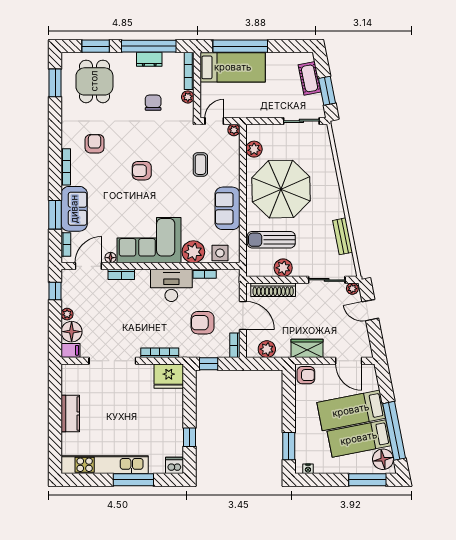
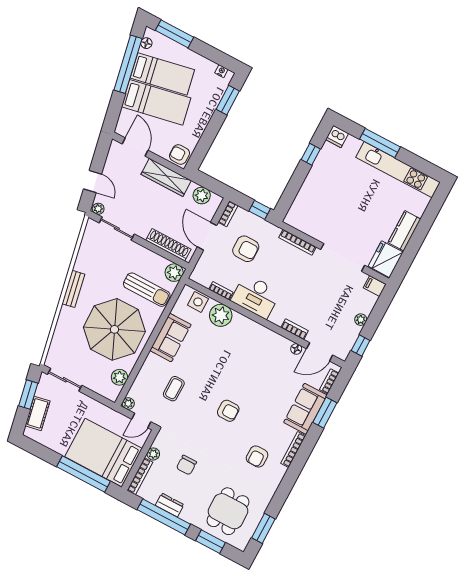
bed: (233, 67) -> (104, 453), width x1.50
bench: (343, 236) -> (73, 289), moved
corner sofa: (149, 240) -> (254, 346), removed
plant: (283, 268) -> (174, 273), moved
floor lamp: (72, 332) -> (365, 302), removed
wardrobe: (307, 348) -> (166, 177), width x1.50
fridge: (169, 376) -> (386, 259), moved, turned -90
floor lamp: (383, 459) -> (146, 43), width x0.53, depth x0.53

